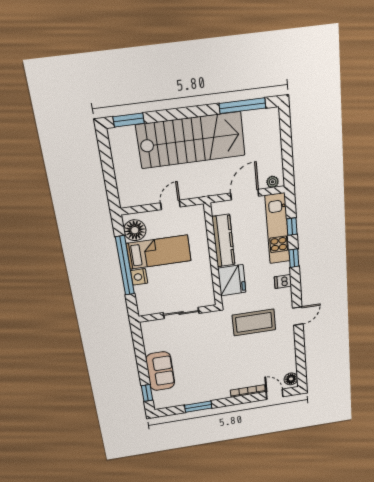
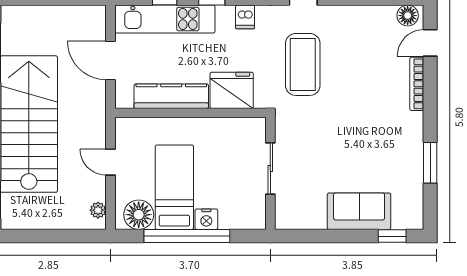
plant: (273, 182) -> (98, 210), moved

